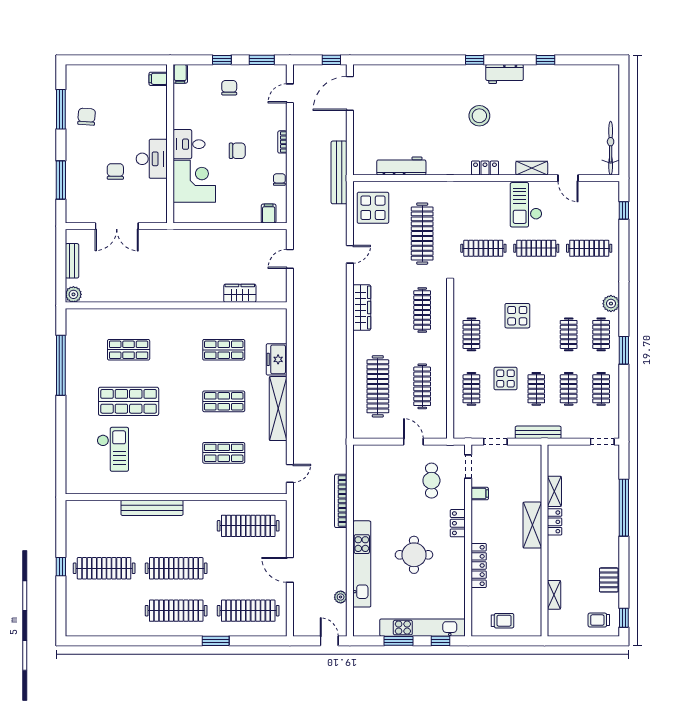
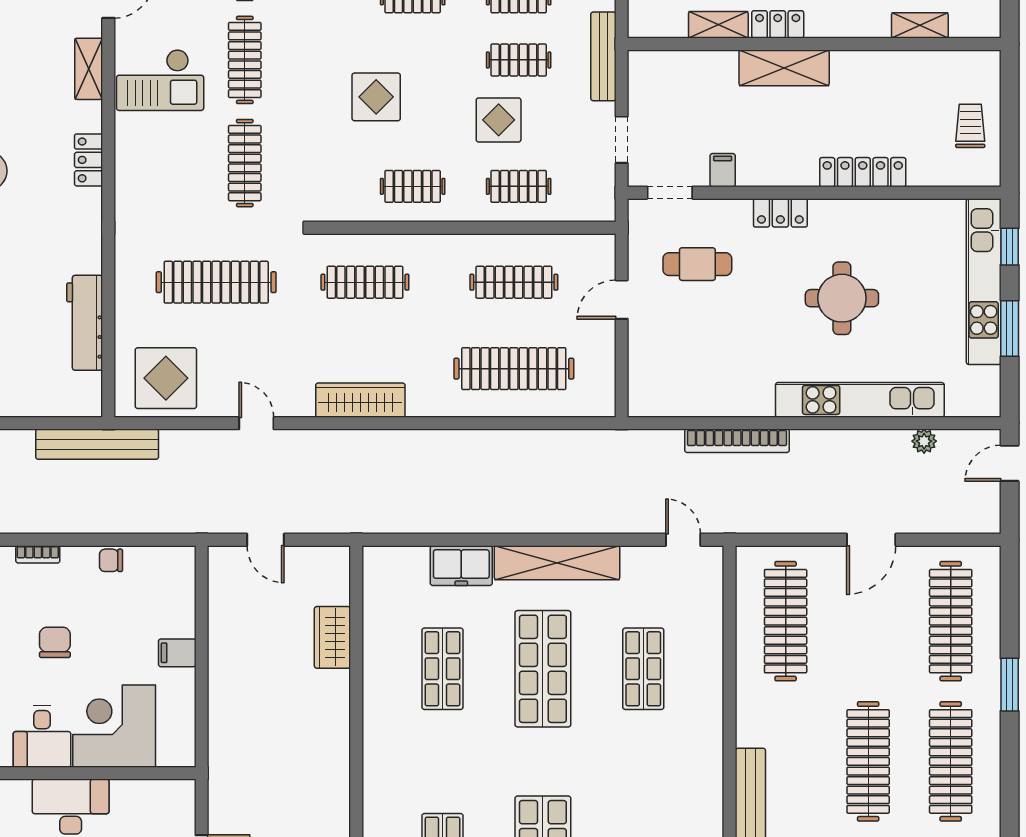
filing cabinet: (269, 214) -> (177, 653), moved
shop shelf: (224, 401) -> (543, 669), width x1.43, depth x1.36

